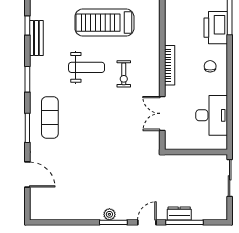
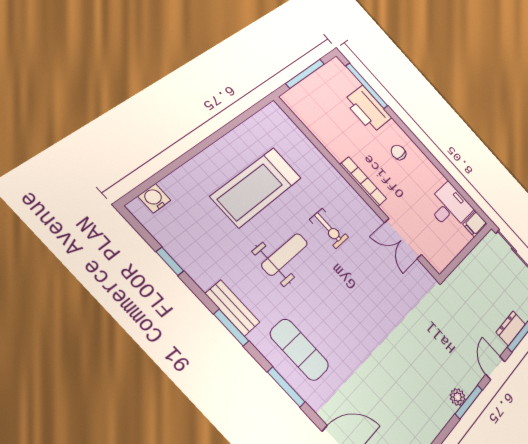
bench: (36, 38) -> (232, 308), moved
desk: (212, 115) -> (450, 207), width x0.73
filing cabinet: (219, 143) -> (475, 224), added

